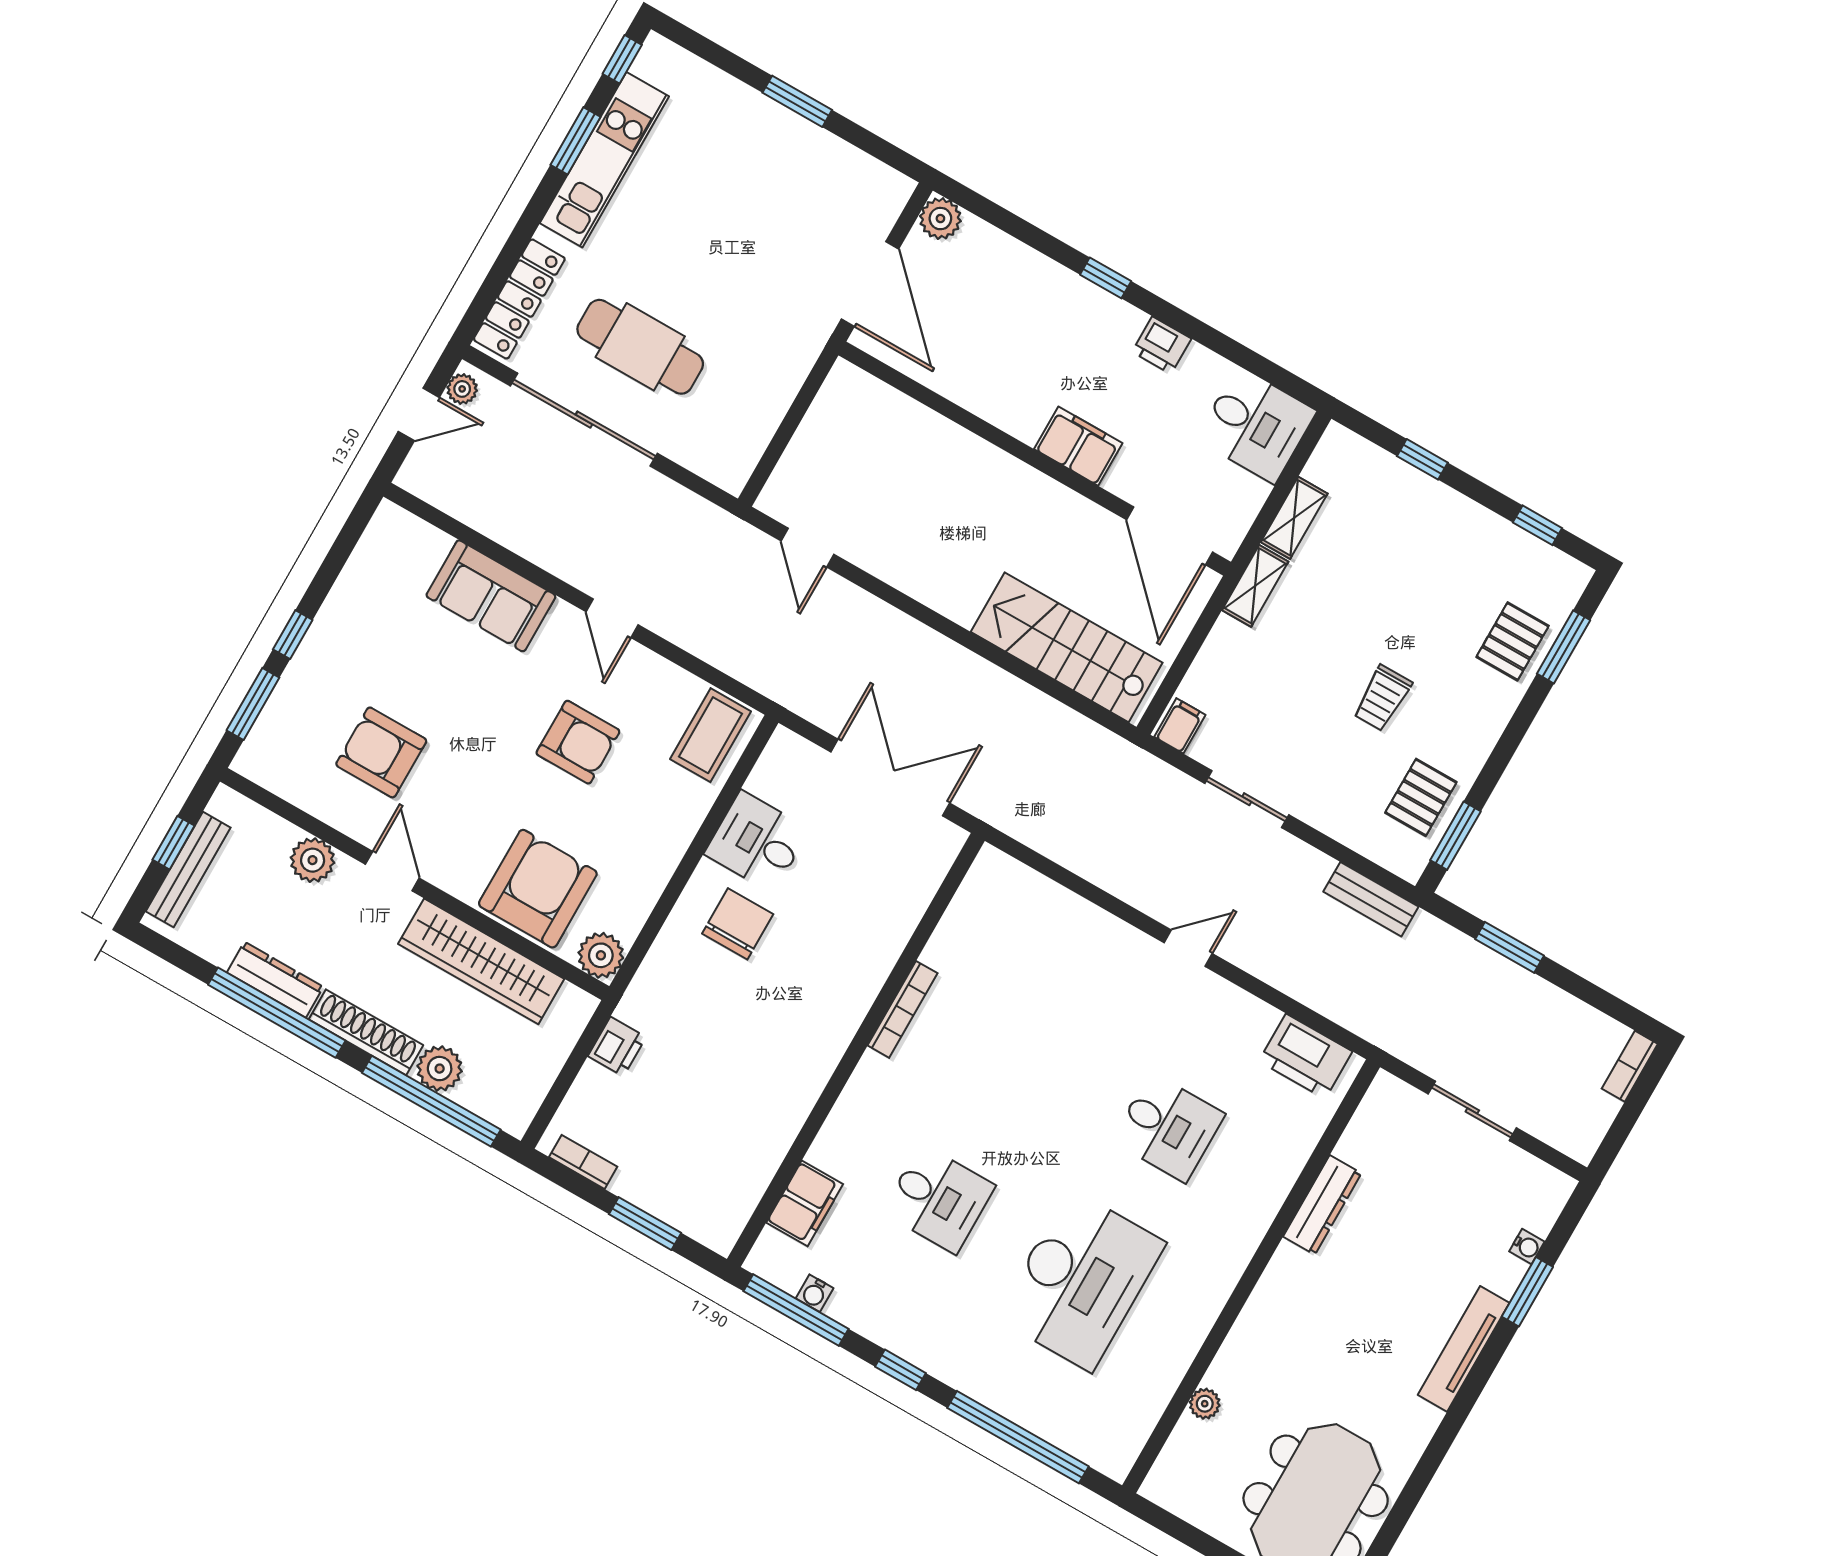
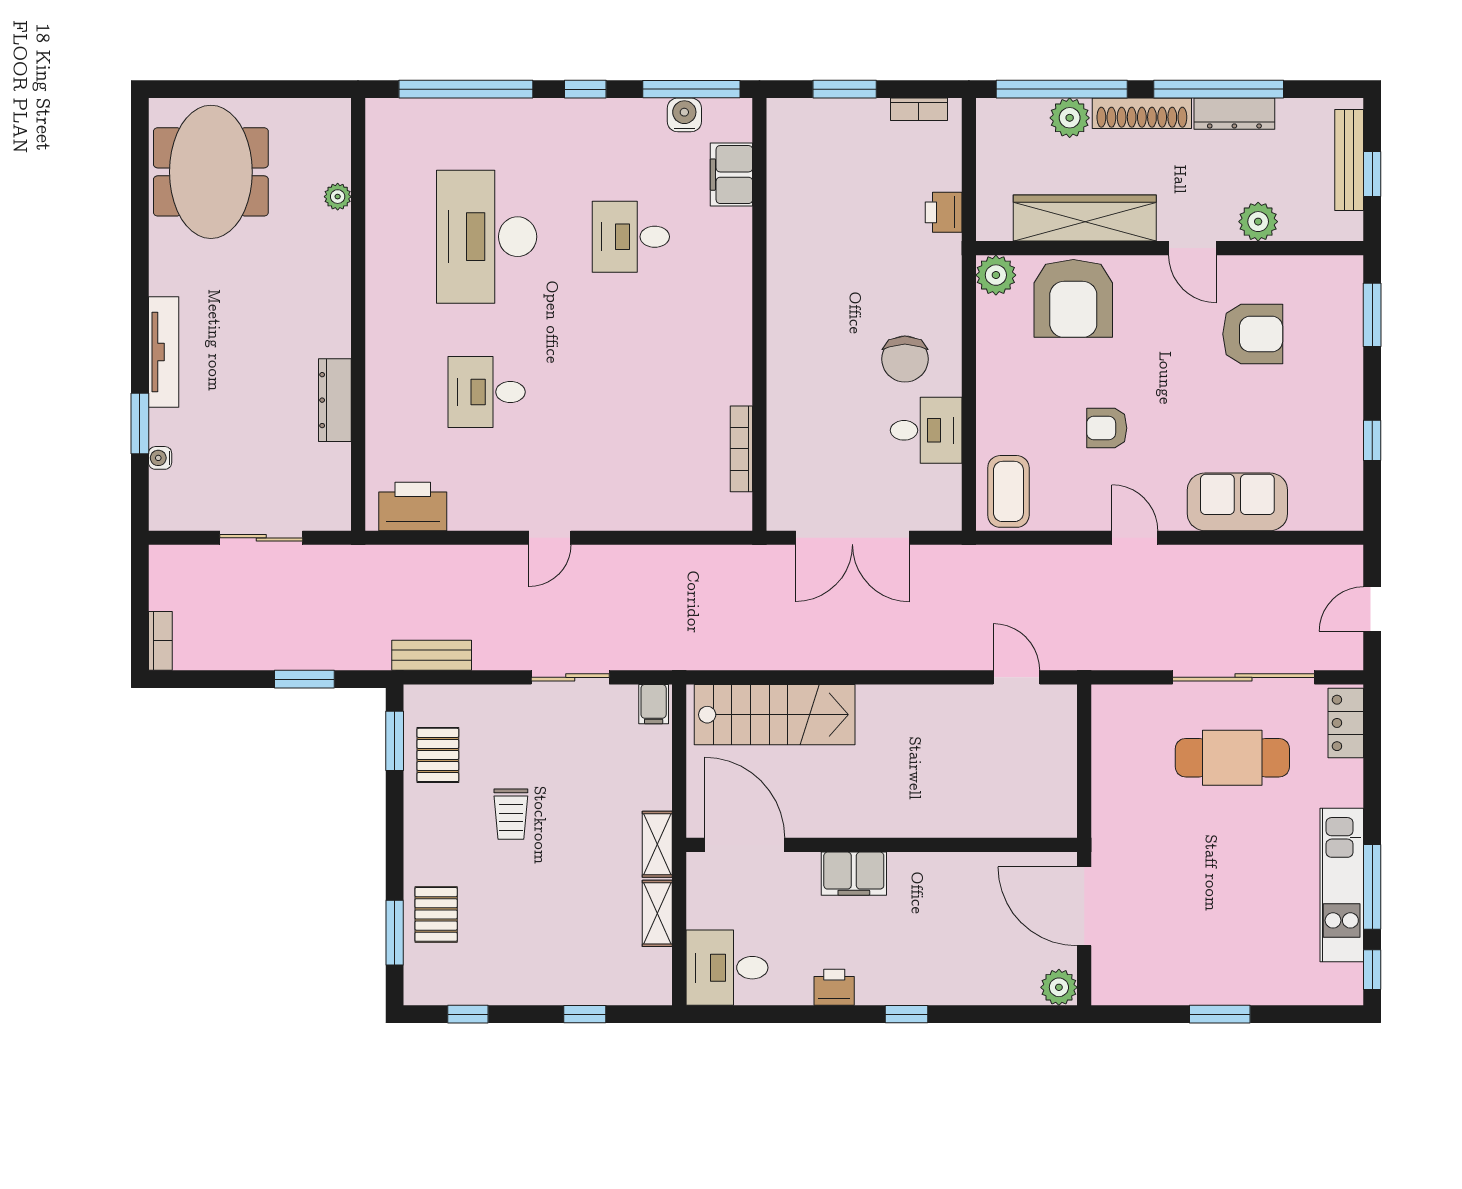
window: (575, 141) -> (1372, 887), width x1.44
locker: (519, 299) -> (1346, 723), width x0.66
plant: (462, 389) -> (1350, 647), removed
window: (293, 635) -> (1372, 440), moved
trolley: (1382, 698) -> (511, 814), turned 180
armchair: (578, 742) -> (1107, 428), width x0.72, depth x0.72
bookcase: (903, 1009) -> (741, 449), moved
water cooler: (815, 1293) -> (684, 115), width x1.38, depth x1.38

